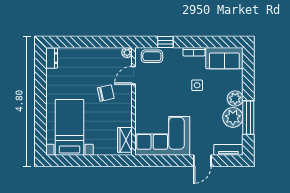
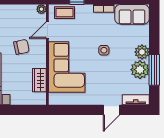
side table: (197, 85) -> (104, 50), moved
corner sofa: (162, 136) -> (67, 67), moved, turned 90
wardrobe: (125, 140) -> (39, 80), moved

